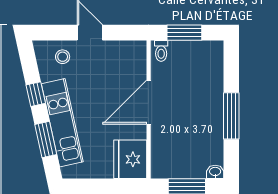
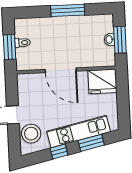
toilet: (161, 51) -> (22, 43), moved
stool: (63, 57) -> (31, 134), width x1.89, depth x1.89
washbasin: (215, 172) -> (109, 39), moved

